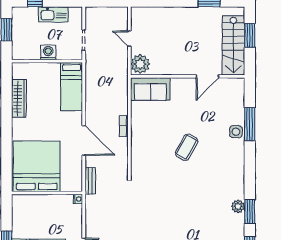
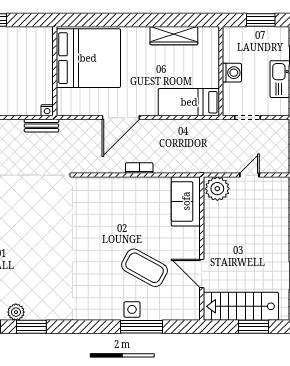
coffee table: (187, 147) -> (145, 268), moved, width x1.36, depth x1.32
bench: (90, 181) -> (41, 126), moved
plant: (238, 206) -> (16, 312), moved

